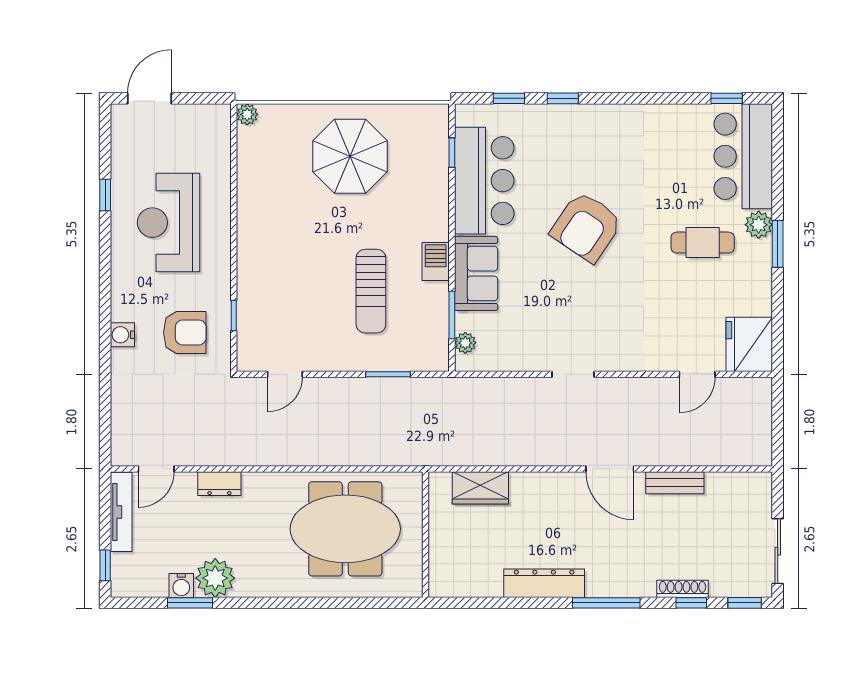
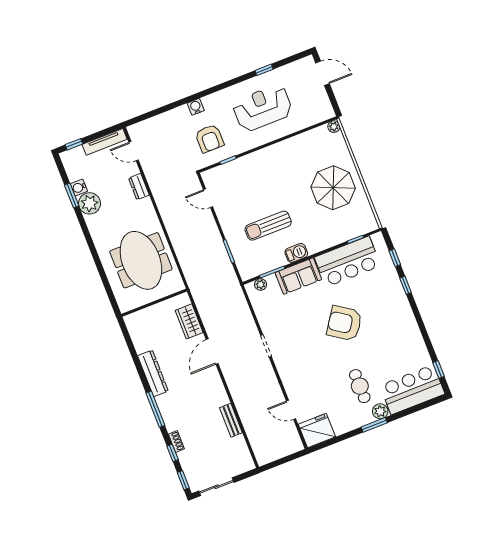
door: (610, 469) -> (212, 352), moved
shoe rack: (683, 589) -> (176, 441), width x0.70

